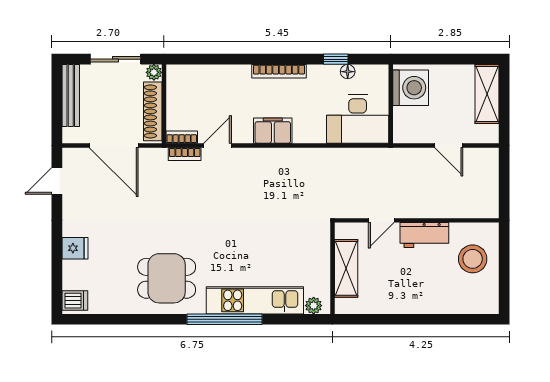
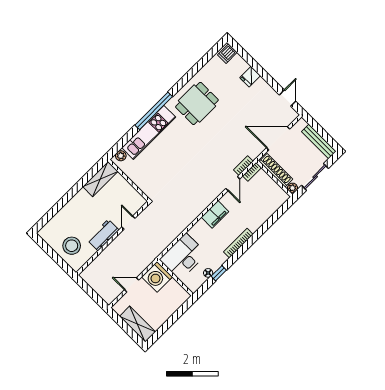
washing machine: (411, 88) -> (157, 277), moved
shelving: (346, 268) -> (100, 179), moved, turned 90

